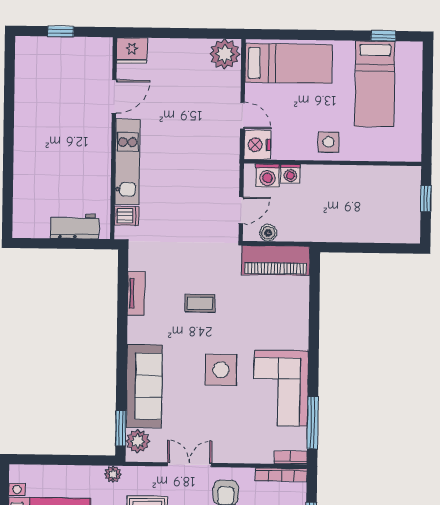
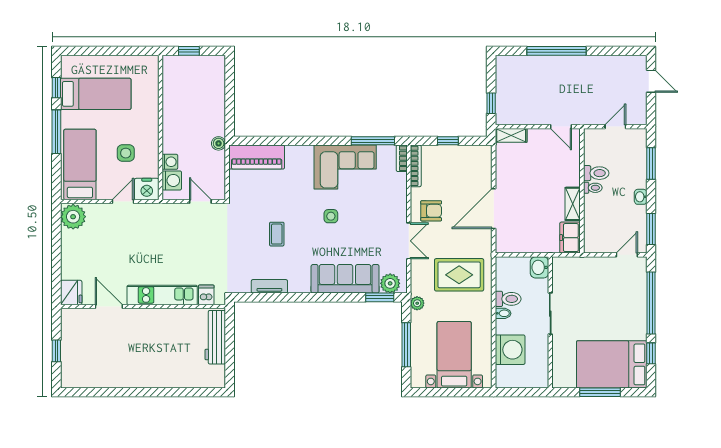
window: (329, 35) -> (56, 132), added
side table: (328, 142) -> (126, 153), moved
workbench: (75, 226) -> (215, 337), width x1.37
boiler: (268, 233) -> (219, 143), moved
piano: (276, 260) -> (257, 157), moved, turned 90
side table: (221, 370) -> (331, 216), width x0.54, depth x0.54
window: (62, 460) -> (406, 345), added
double door: (189, 465) -> (409, 241), swing flipped

